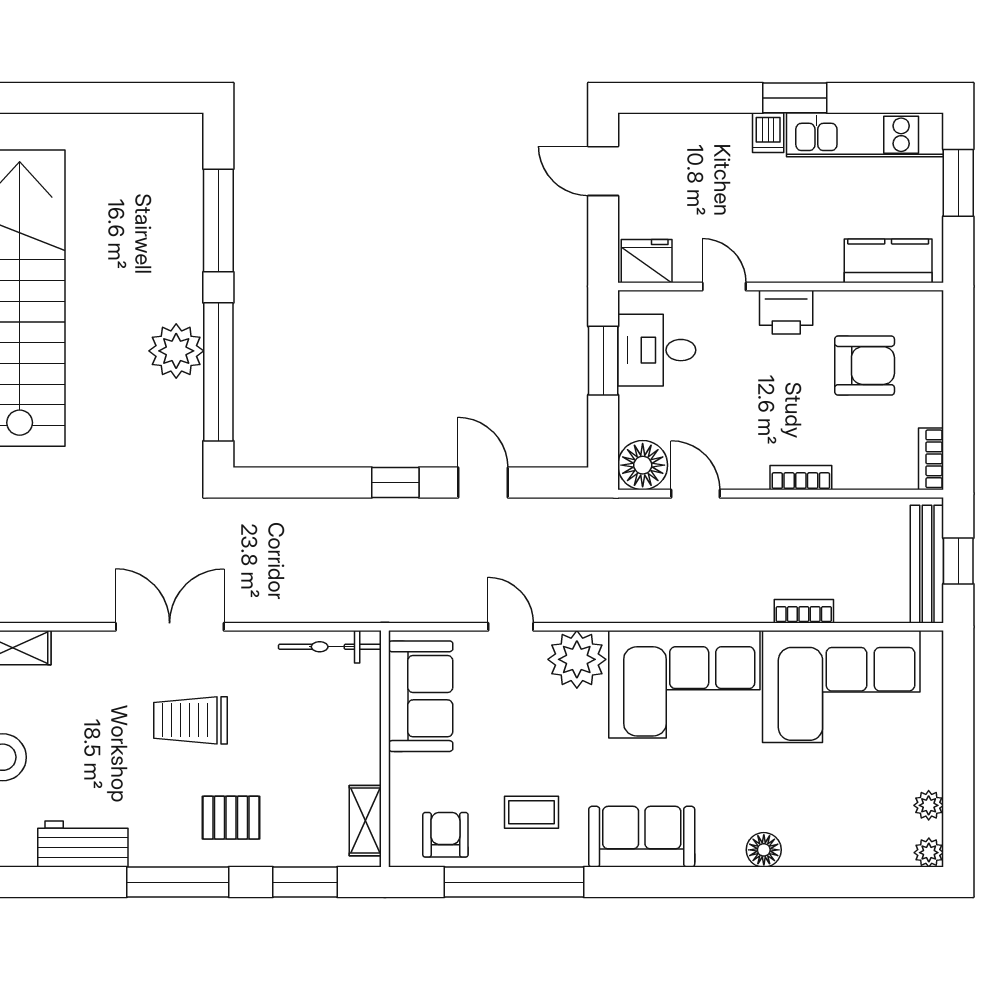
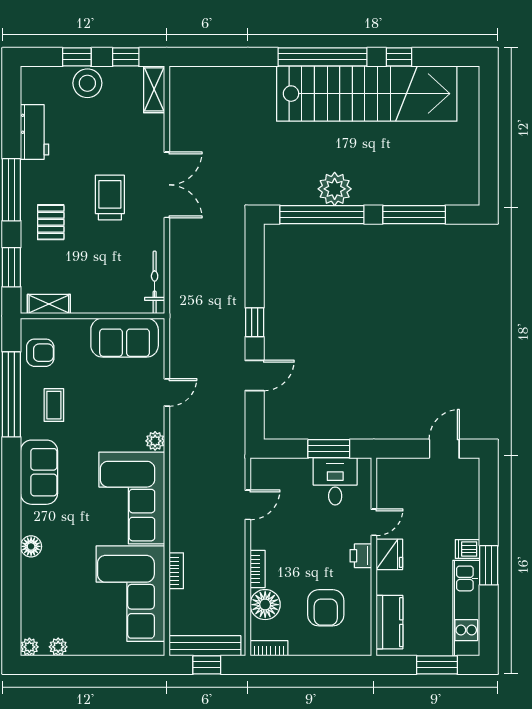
fridge: (647, 261) -> (389, 554), moved
printer: (786, 312) -> (361, 556), width x0.73, depth x0.81
floor lamp: (643, 465) -> (265, 605), moved
plant: (577, 659) -> (155, 441), width x0.53, depth x0.53

